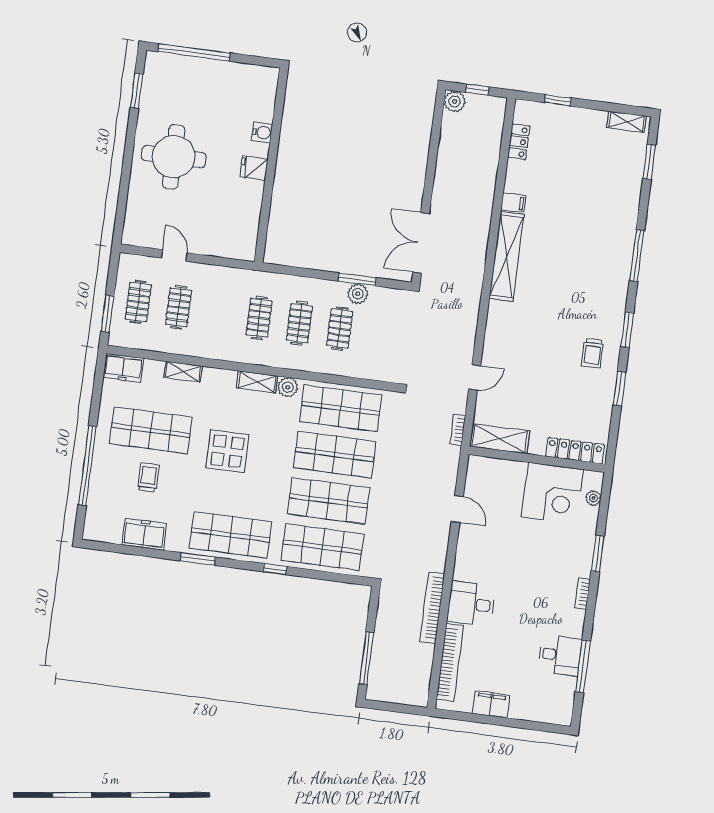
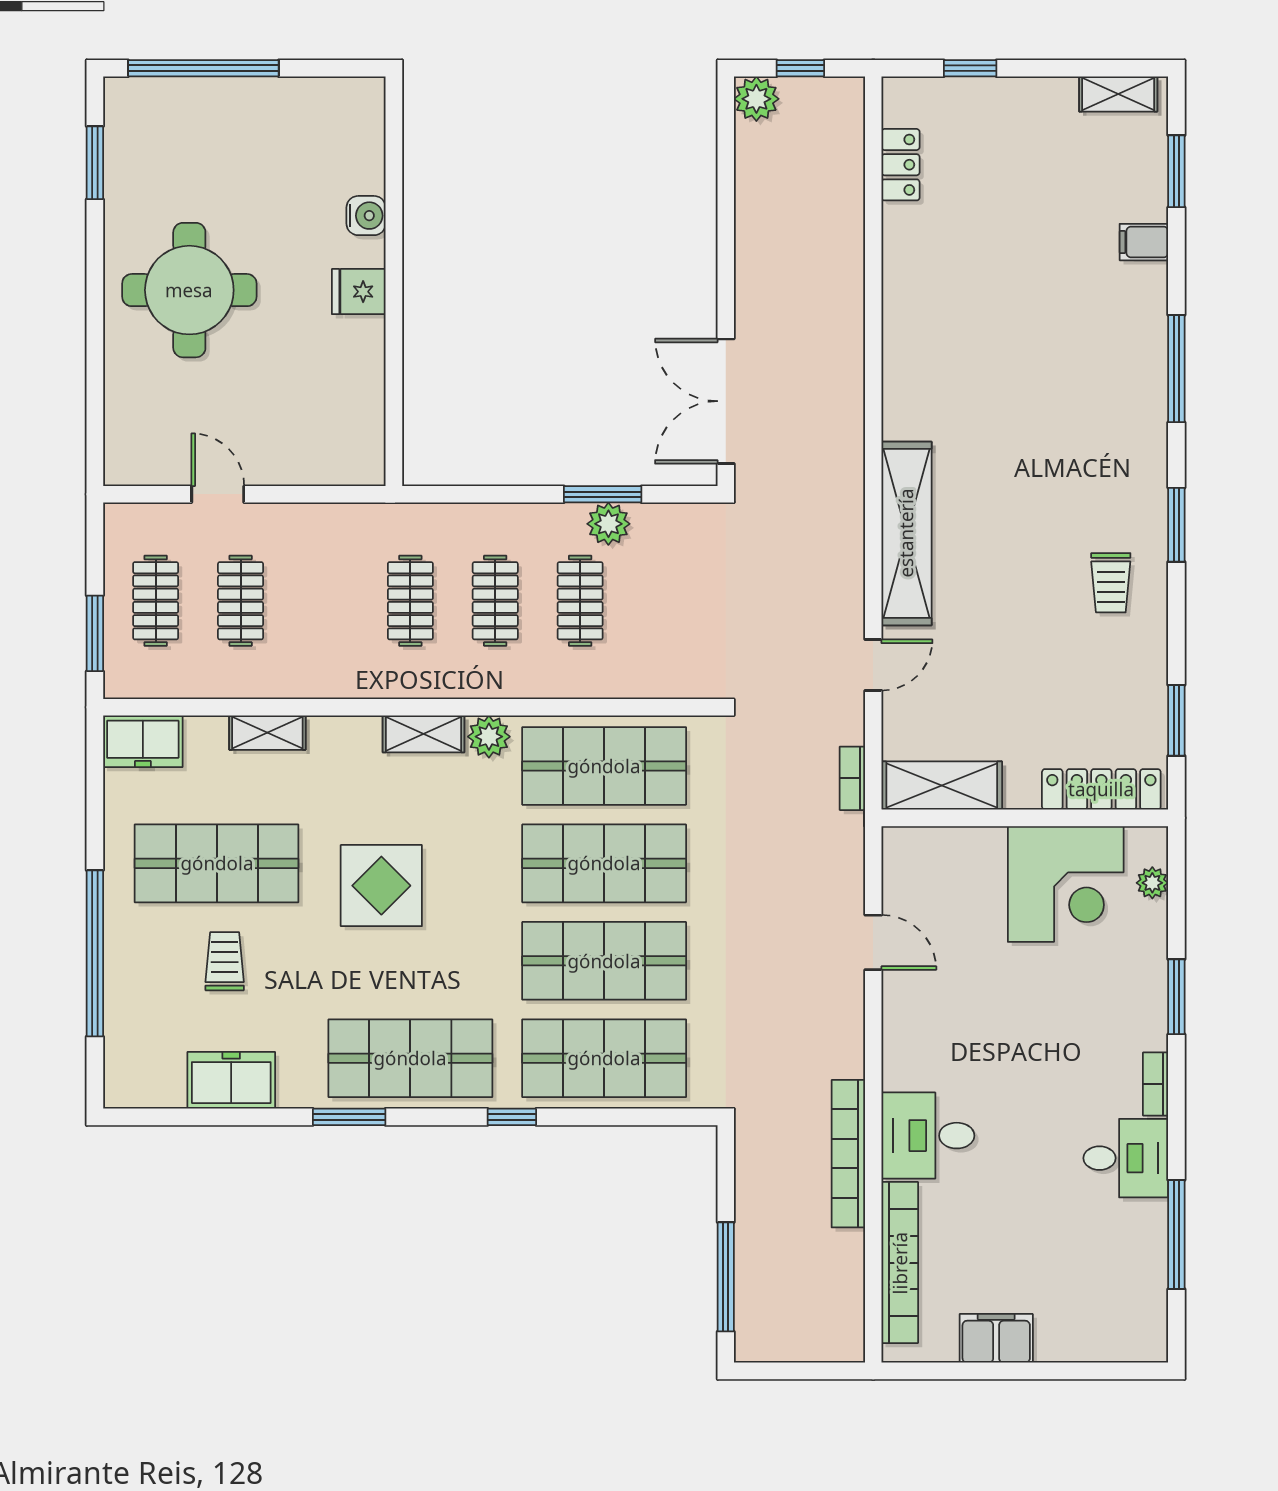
filing cabinet: (513, 203) -> (1144, 242), moved, turned 180
shelving: (507, 256) -> (906, 533), moved
window: (619, 389) -> (1176, 720), moved
desk: (560, 655) -> (1126, 1158), moved

